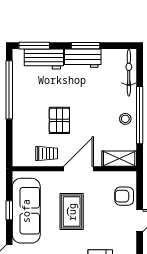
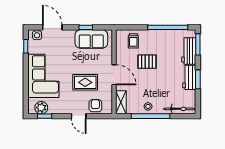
trolley: (47, 154) -> (133, 41), moved
sofa: (26, 211) -> (91, 39), width x0.73
rug: (72, 212) -> (85, 82), moved

